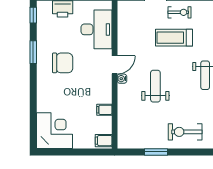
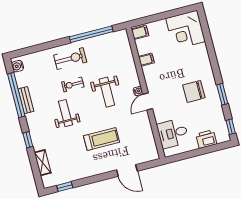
exercise bike: (179, 12) -> (73, 84), moved
desk: (97, 29) -> (173, 133), width x0.73
window: (156, 152) -> (91, 34), width x2.11

